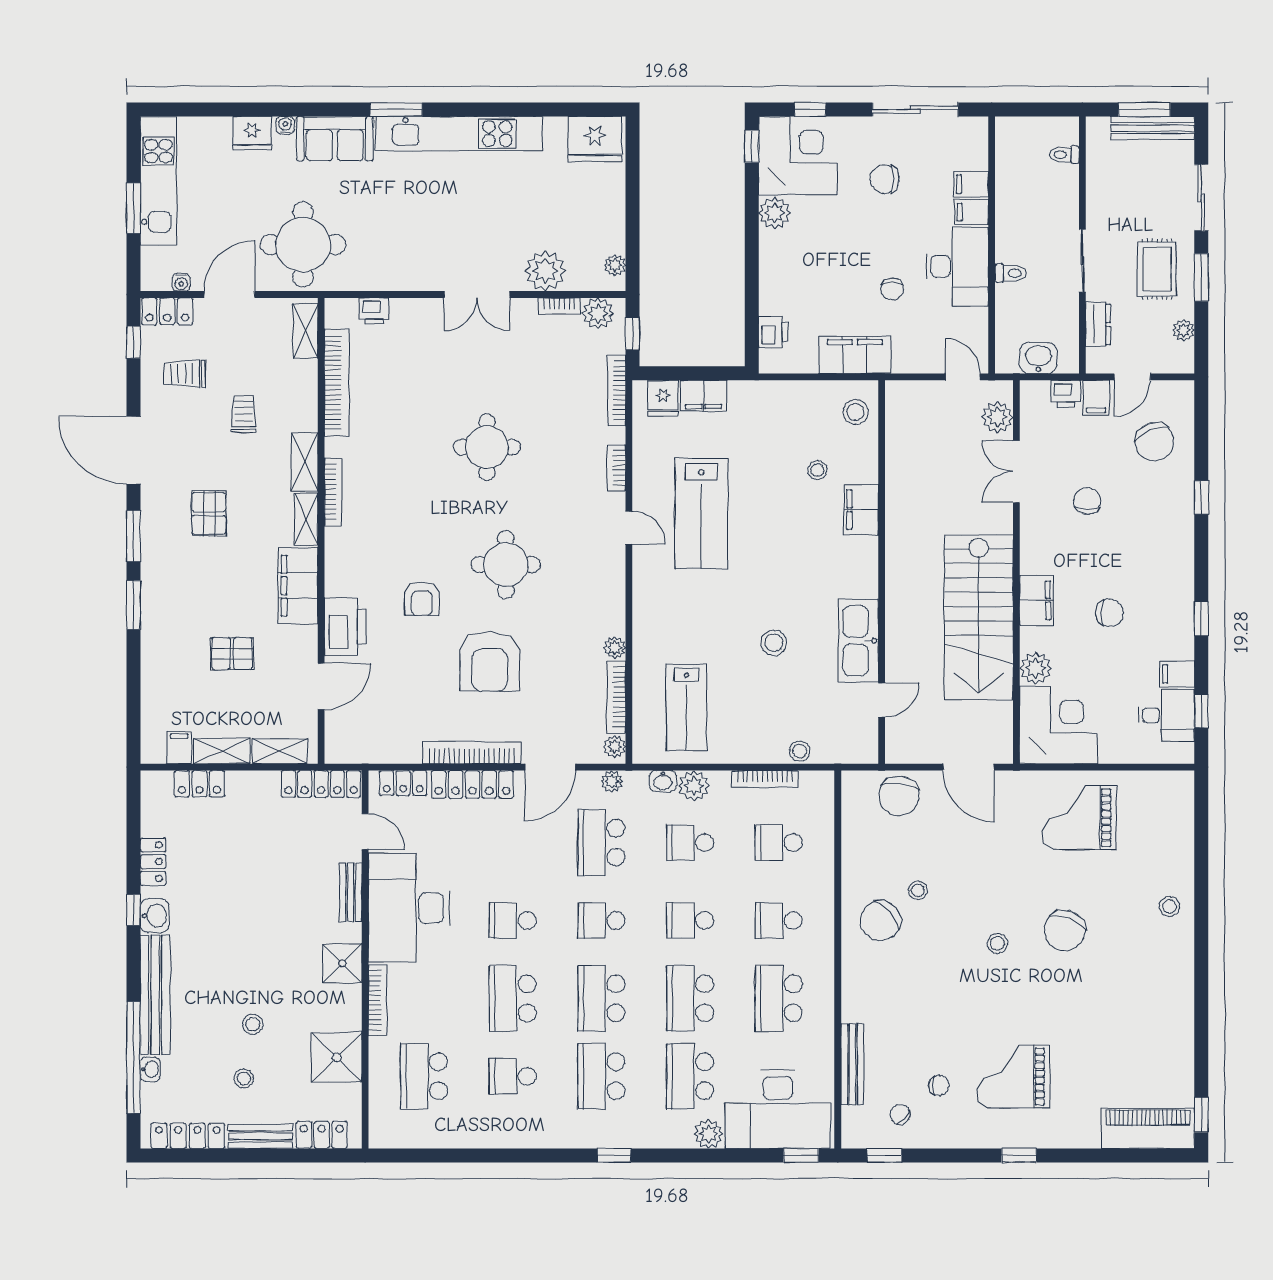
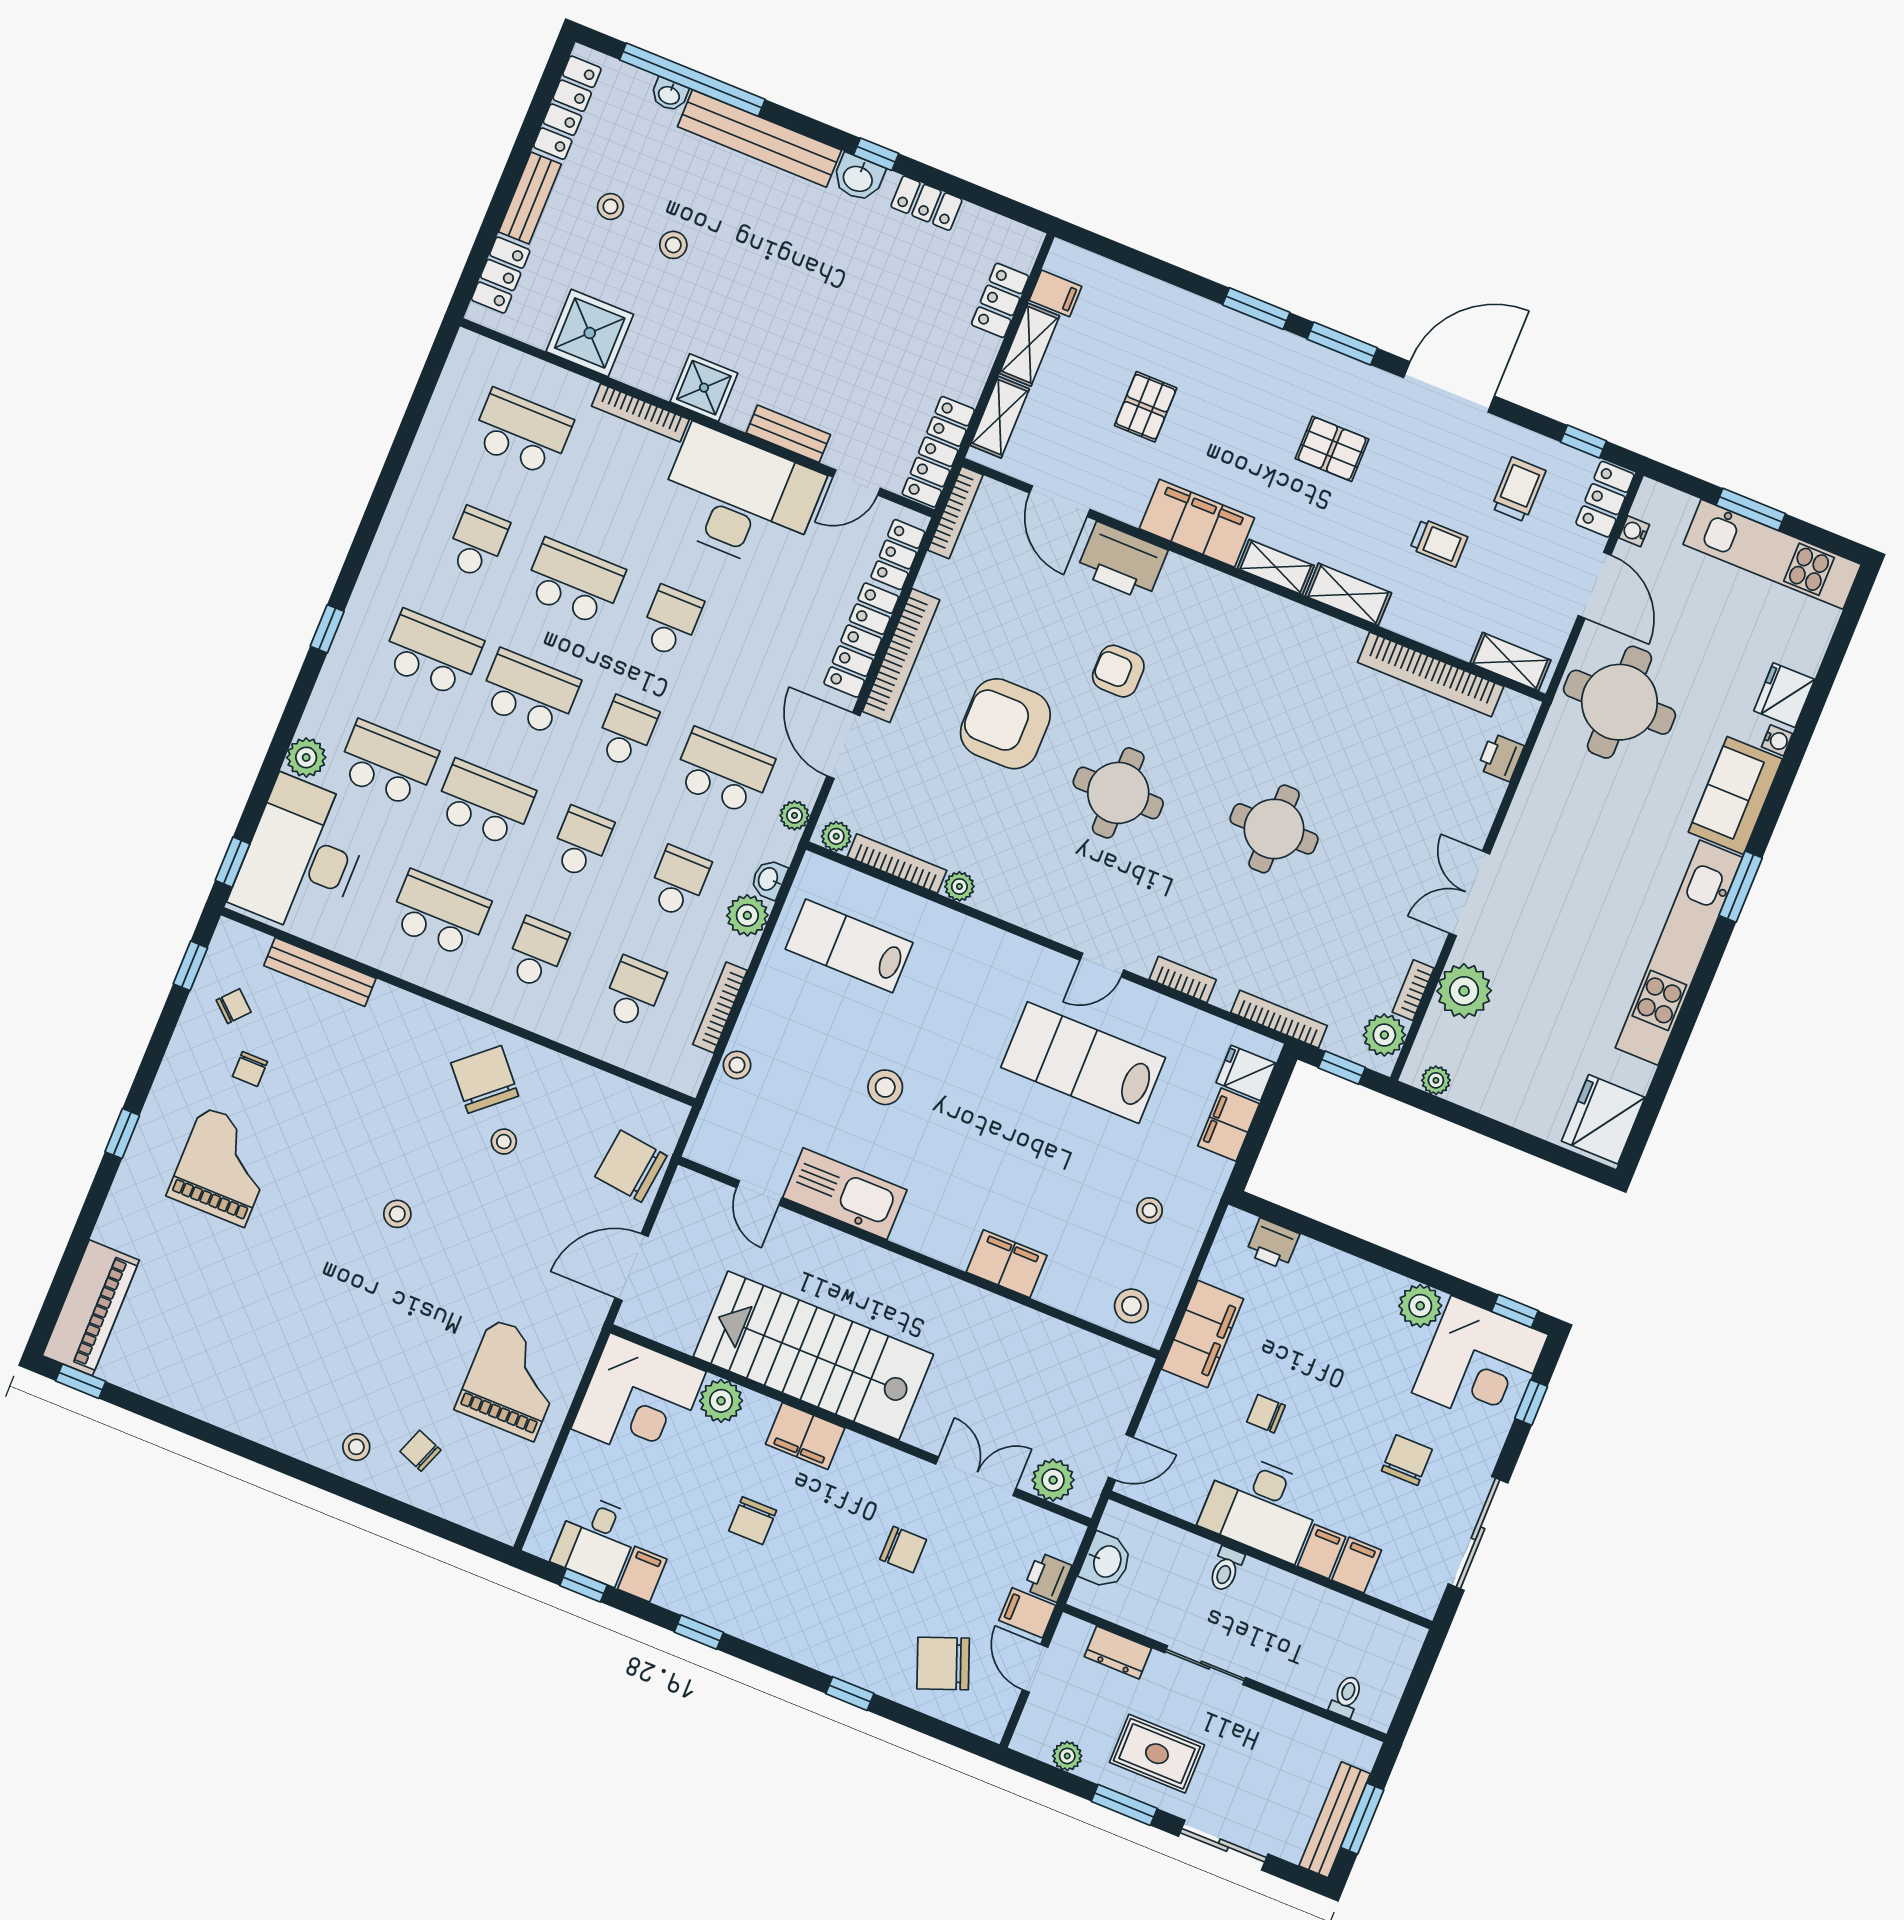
stool: (817, 470) -> (1150, 1210), moved
bookcase: (333, 492) -> (955, 512), moved, turned -90
chair: (1065, 931) -> (420, 1451), moved, width x0.54, depth x0.54

